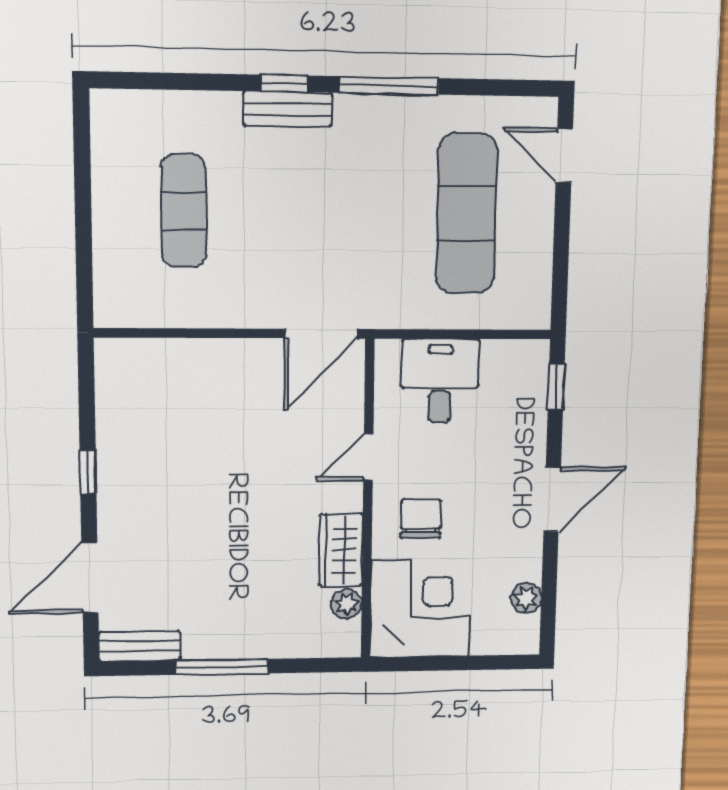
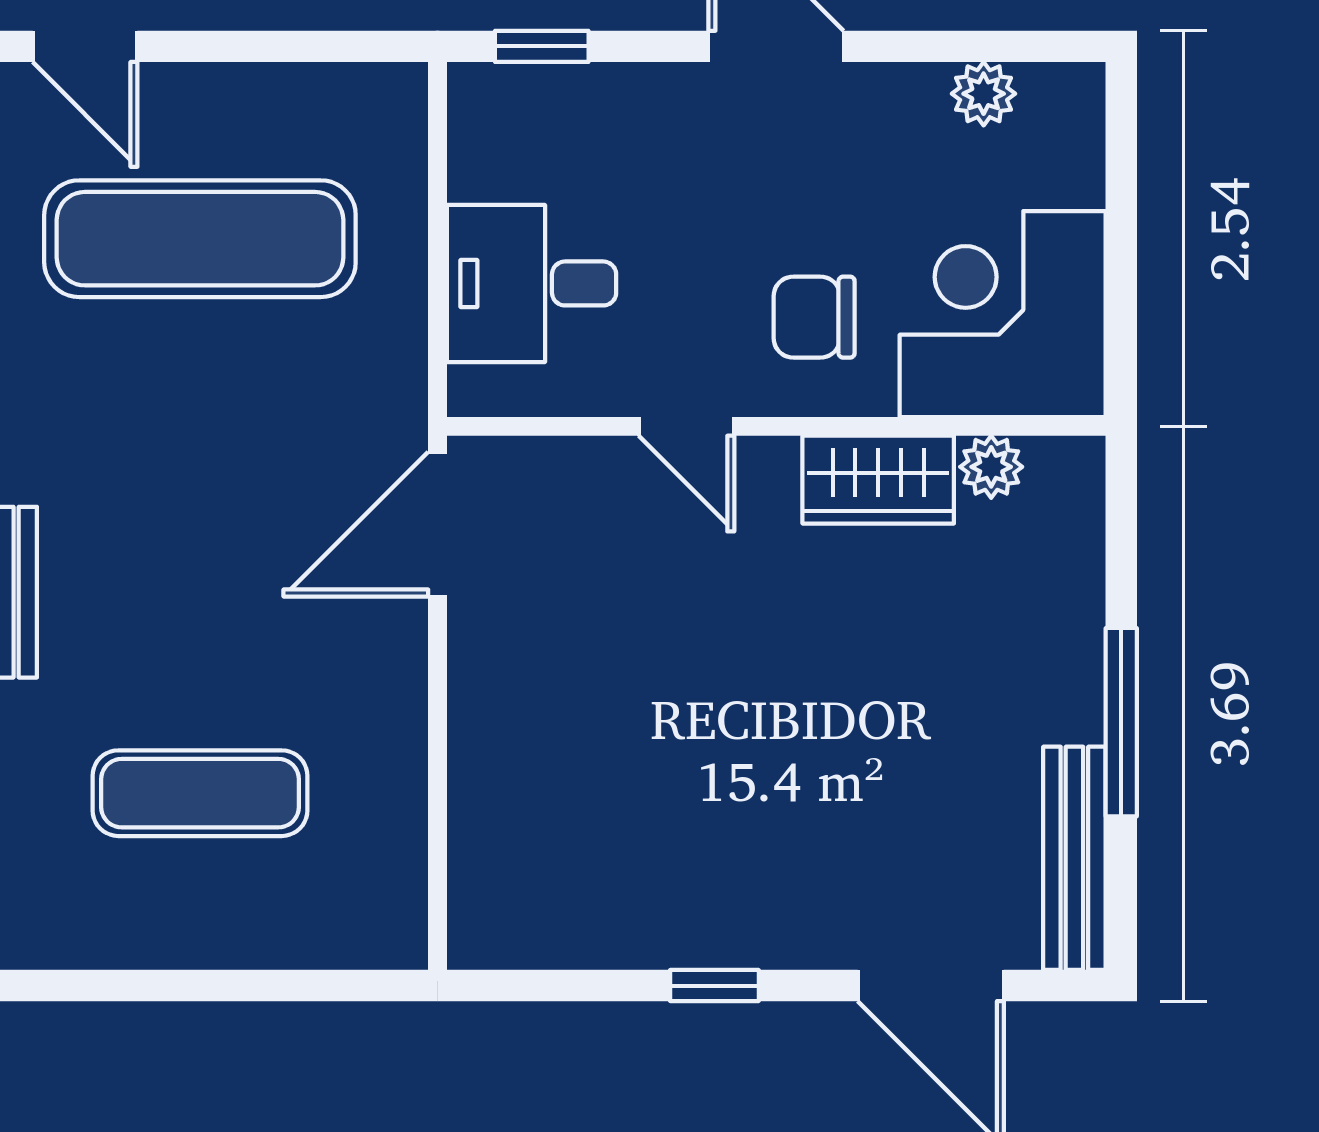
door: (564, 156) -> (85, 46), hinge flipped
door: (321, 334) -> (438, 524), swing flipped
bench: (140, 646) -> (1074, 858), width x1.36

